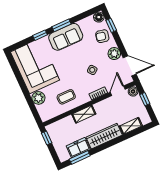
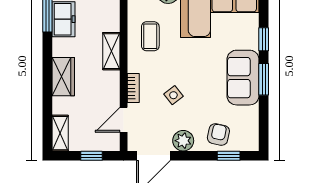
floor lamp: (99, 17) -> (250, 142), removed
door: (118, 91) -> (124, 120), swing flipped
boiler: (133, 91) -> (112, 143), removed
shelving: (131, 126) -> (60, 133), moved
wardrobe: (104, 136) -> (63, 77), width x0.67

